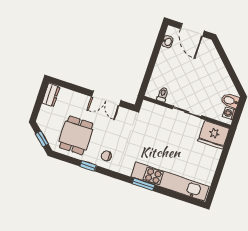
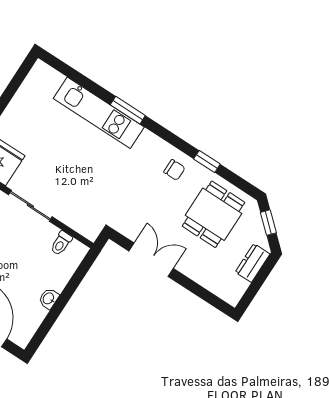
washbasin: (167, 42) -> (49, 299), moved
dresser: (51, 95) -> (253, 263), moved
kitchen unit: (170, 182) -> (99, 113), width x0.73

